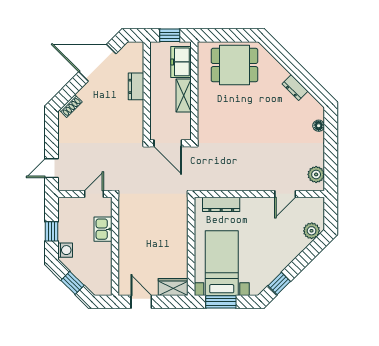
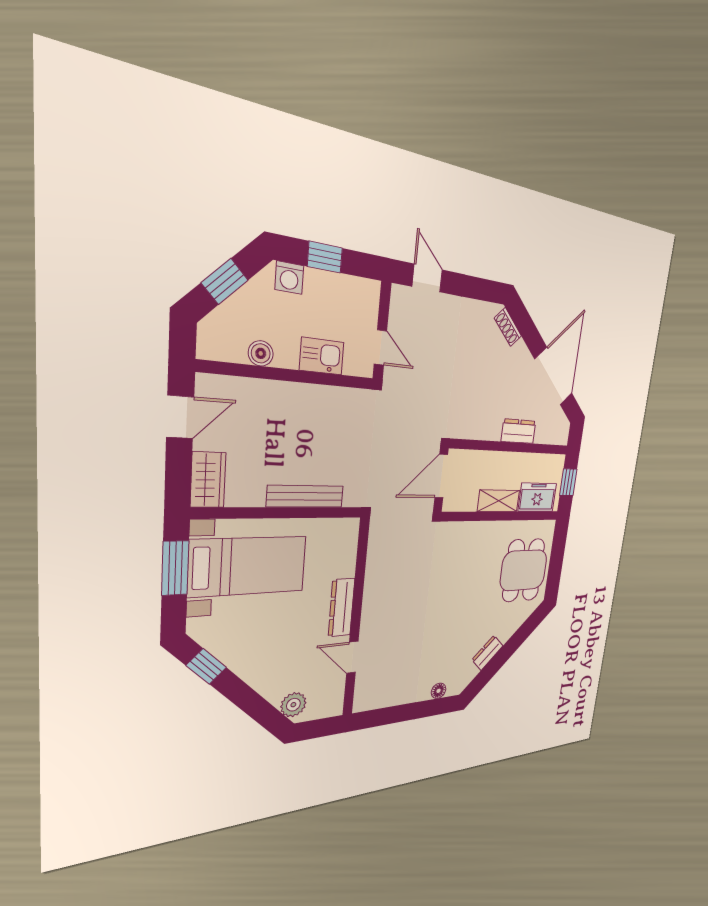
plant: (316, 174) -> (376, 698), removed
dresser: (221, 204) -> (341, 608), moved
bench: (182, 233) -> (305, 496), added
boiler: (105, 263) -> (261, 353), added

